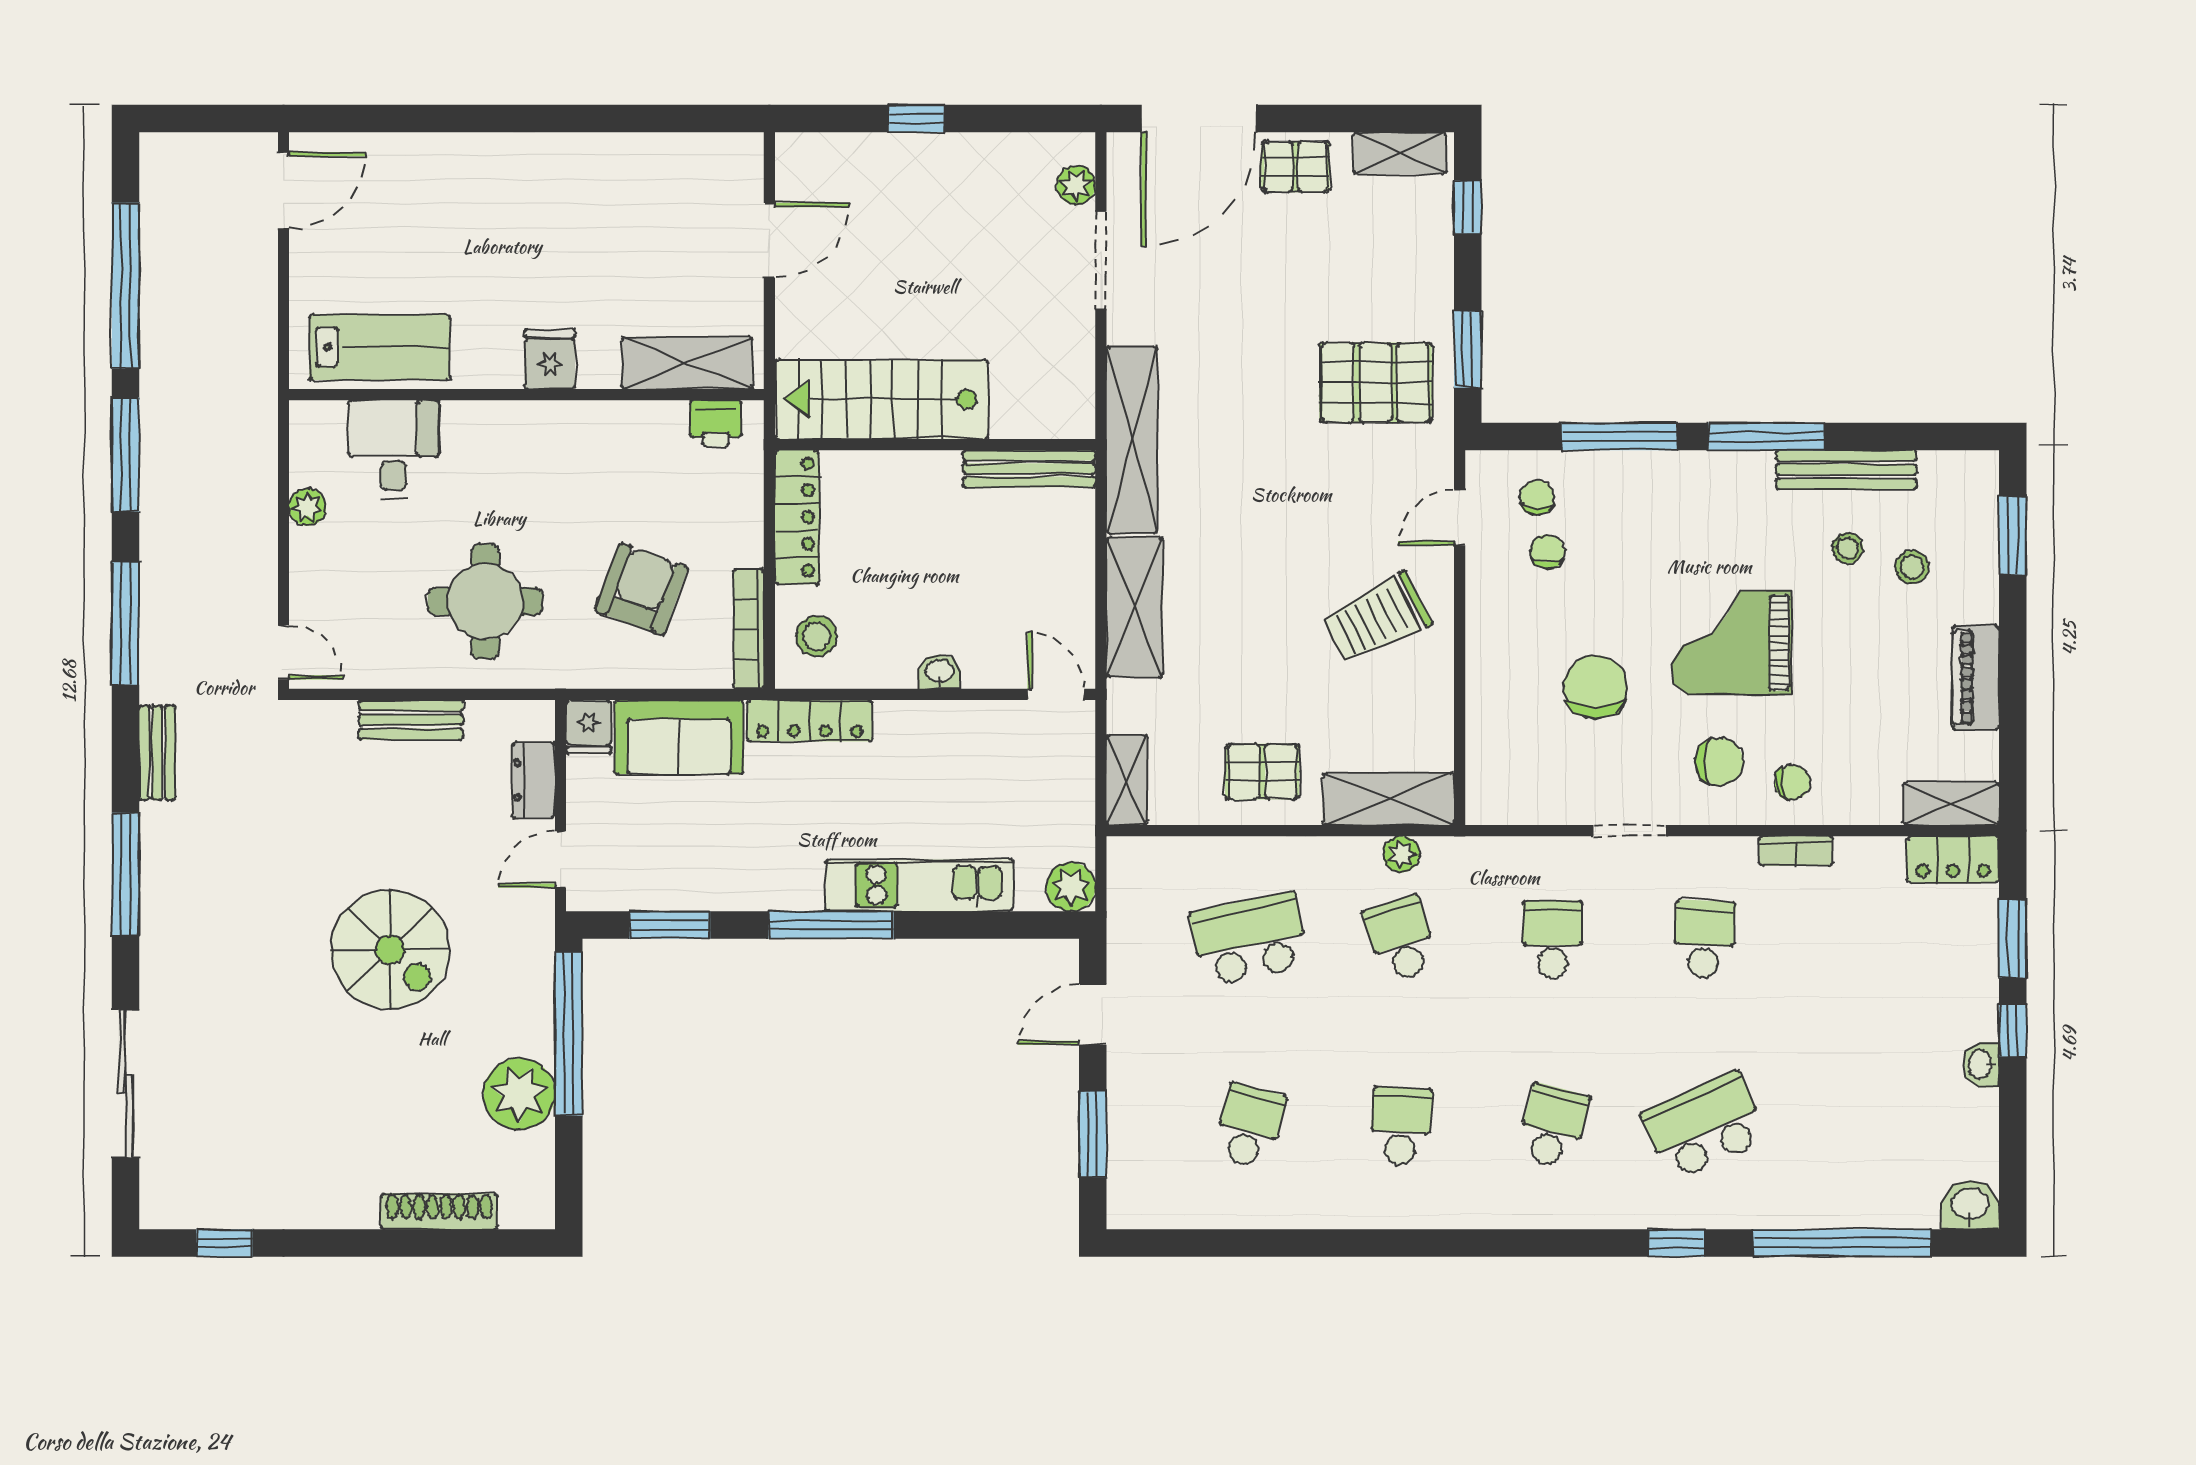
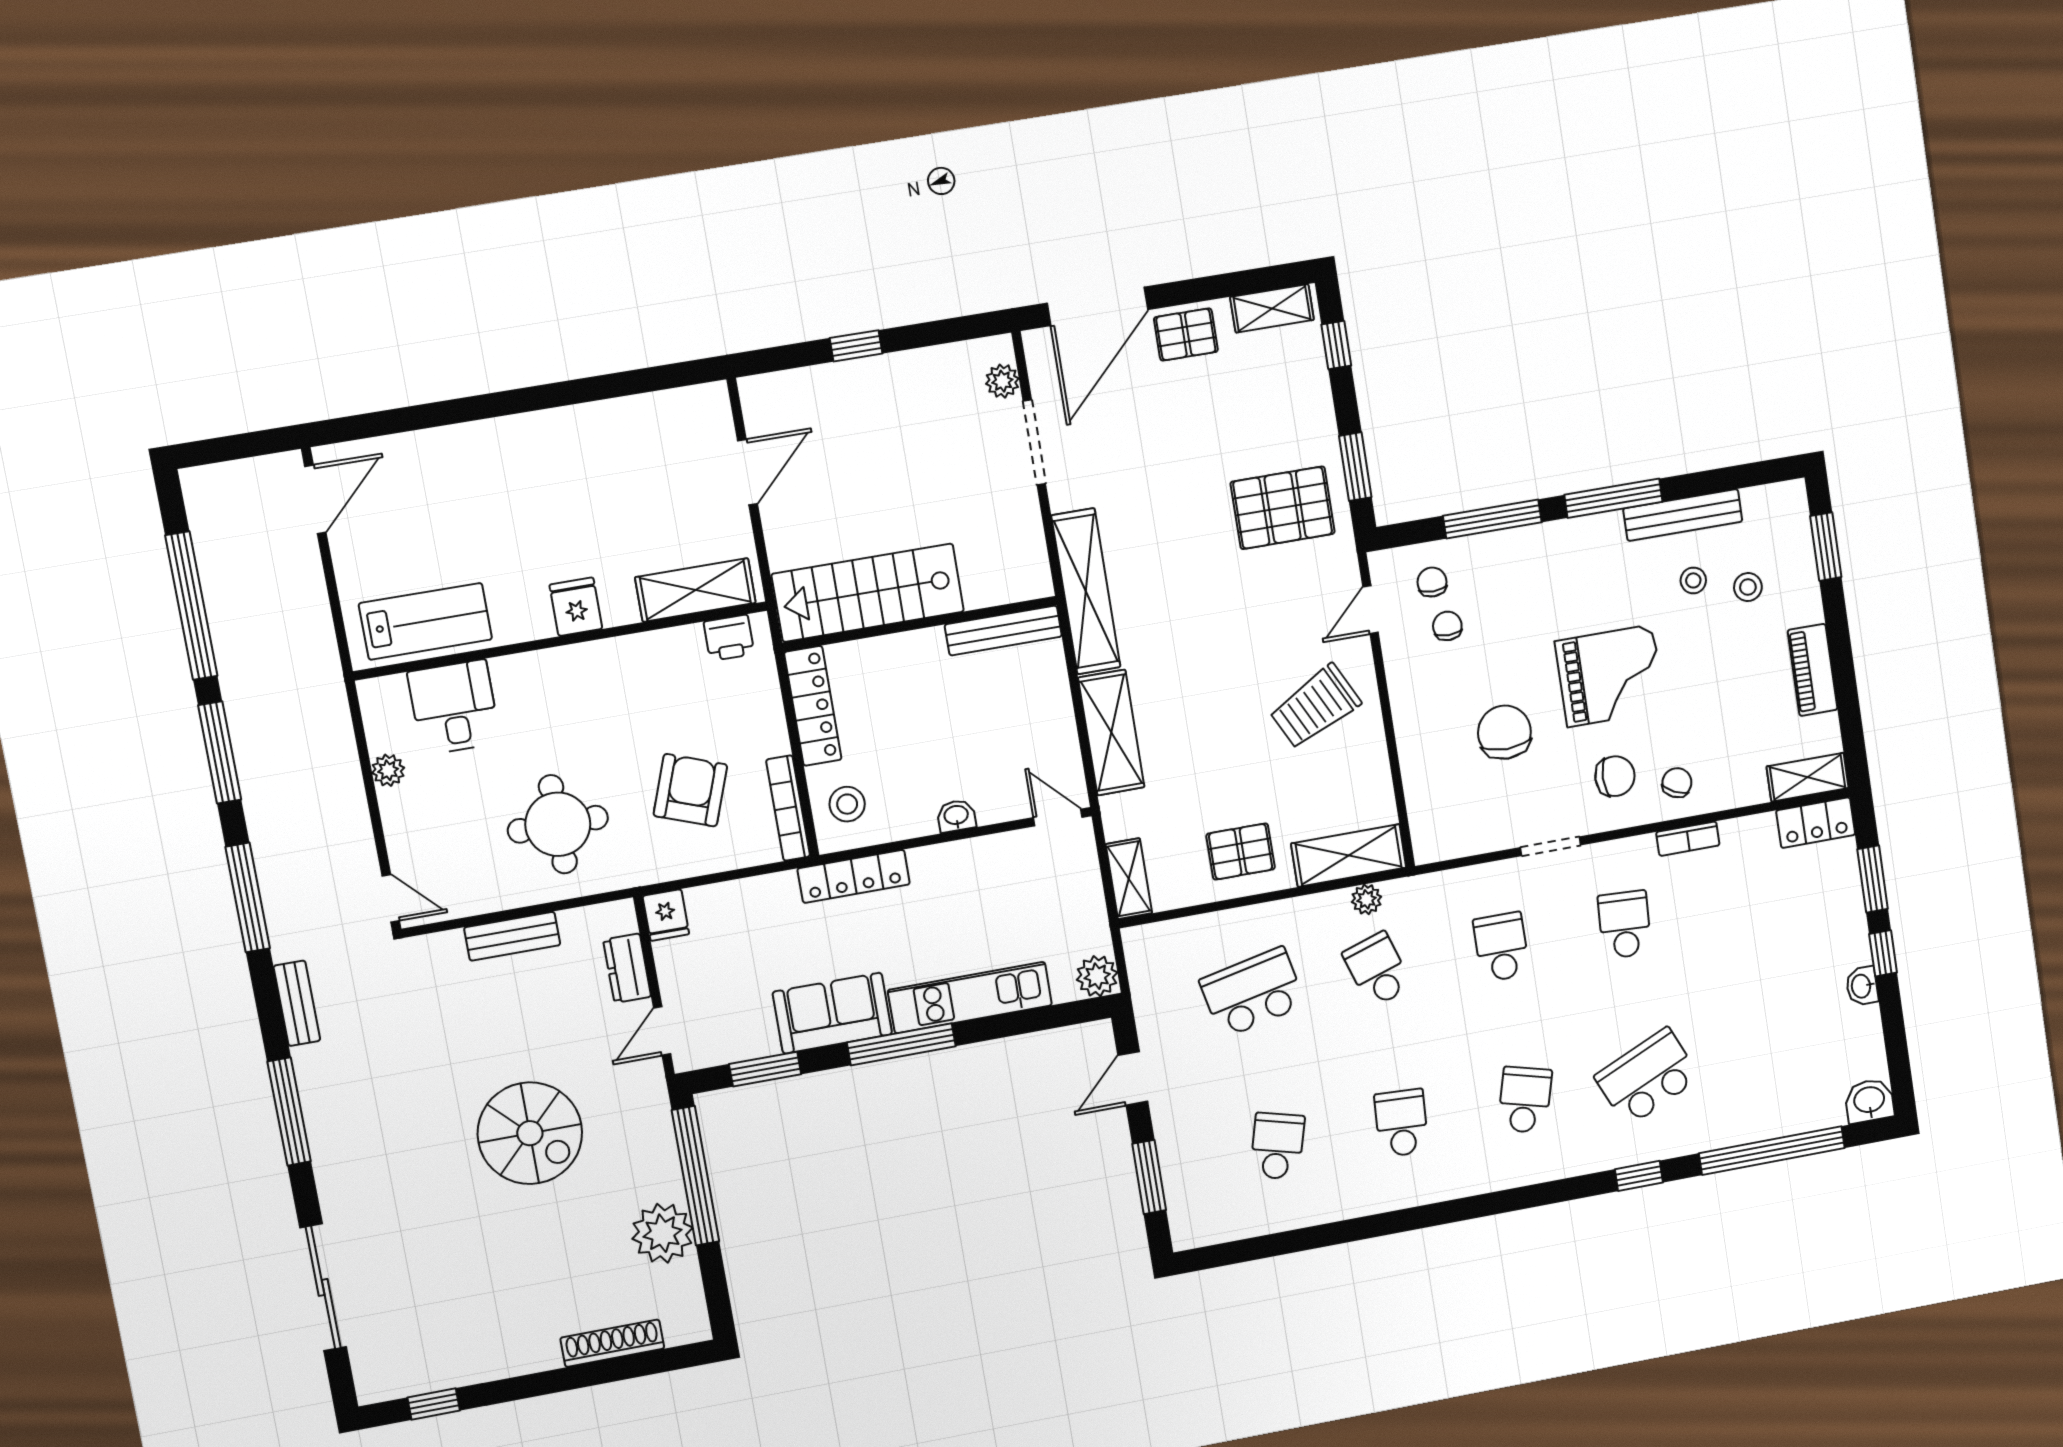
grand piano: (1731, 643) -> (1610, 676), turned 180
sofa: (679, 737) -> (832, 1013), moved, turned 180
chair: (1792, 782) -> (1677, 783), turned -54

